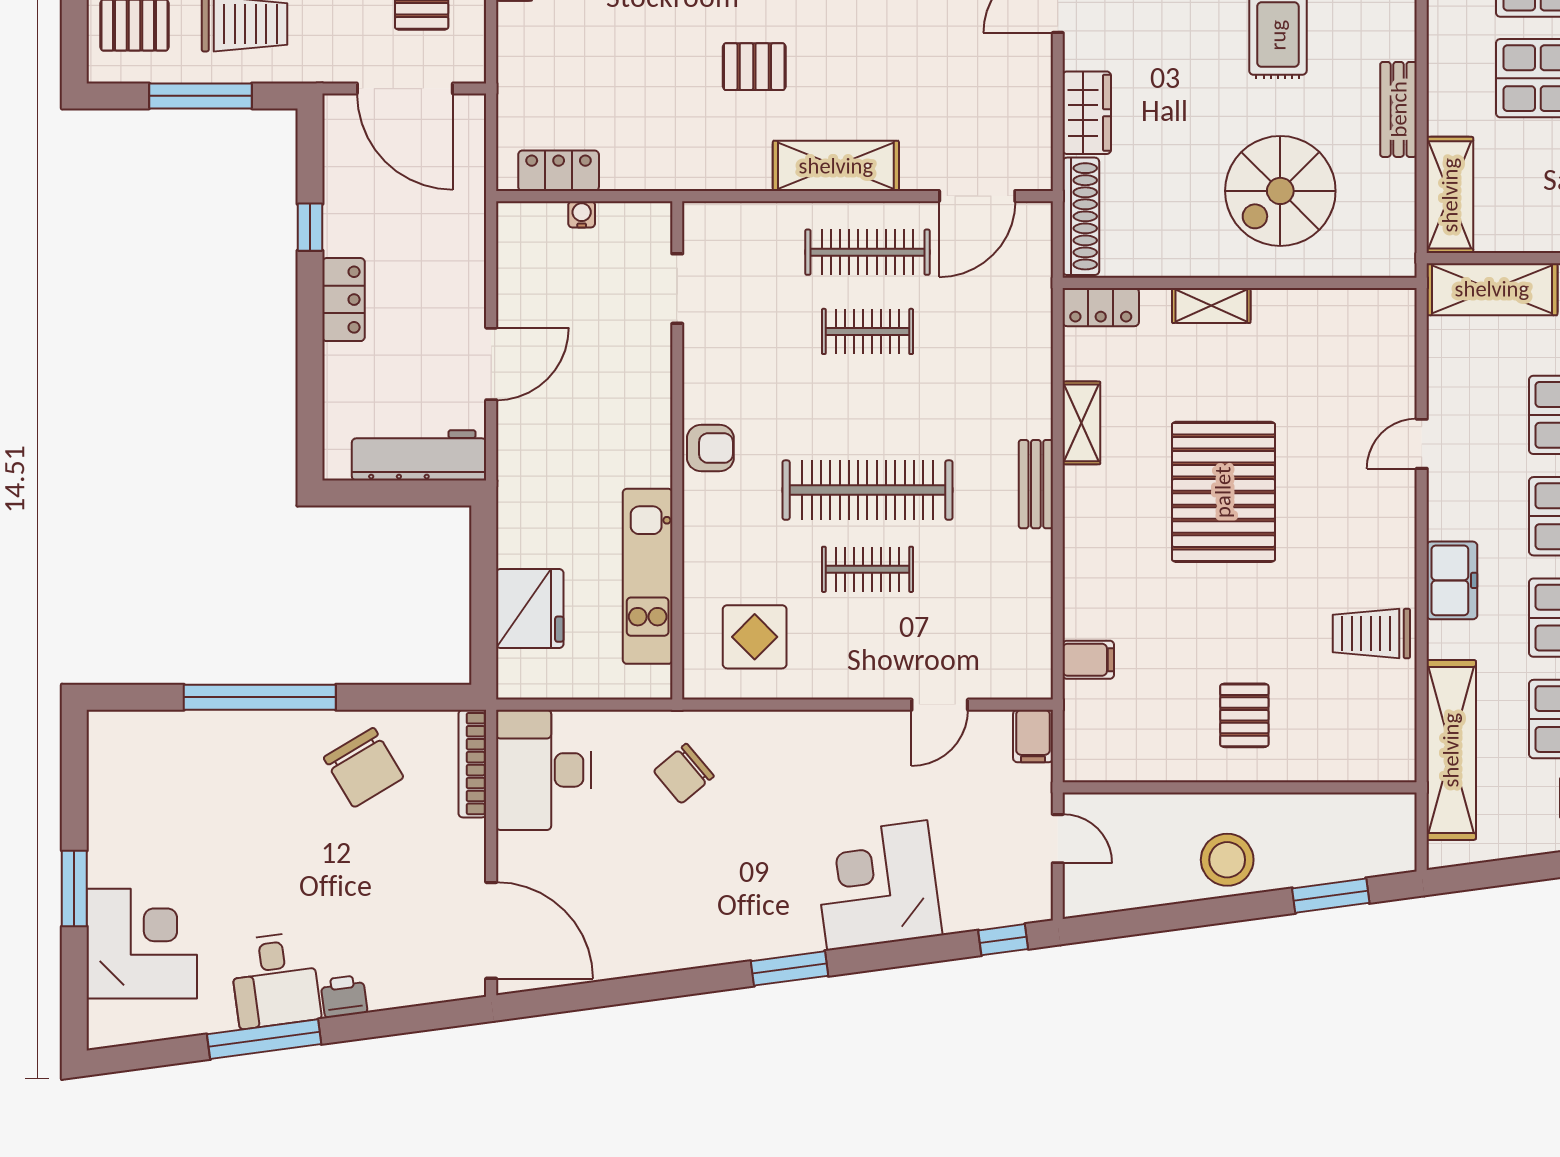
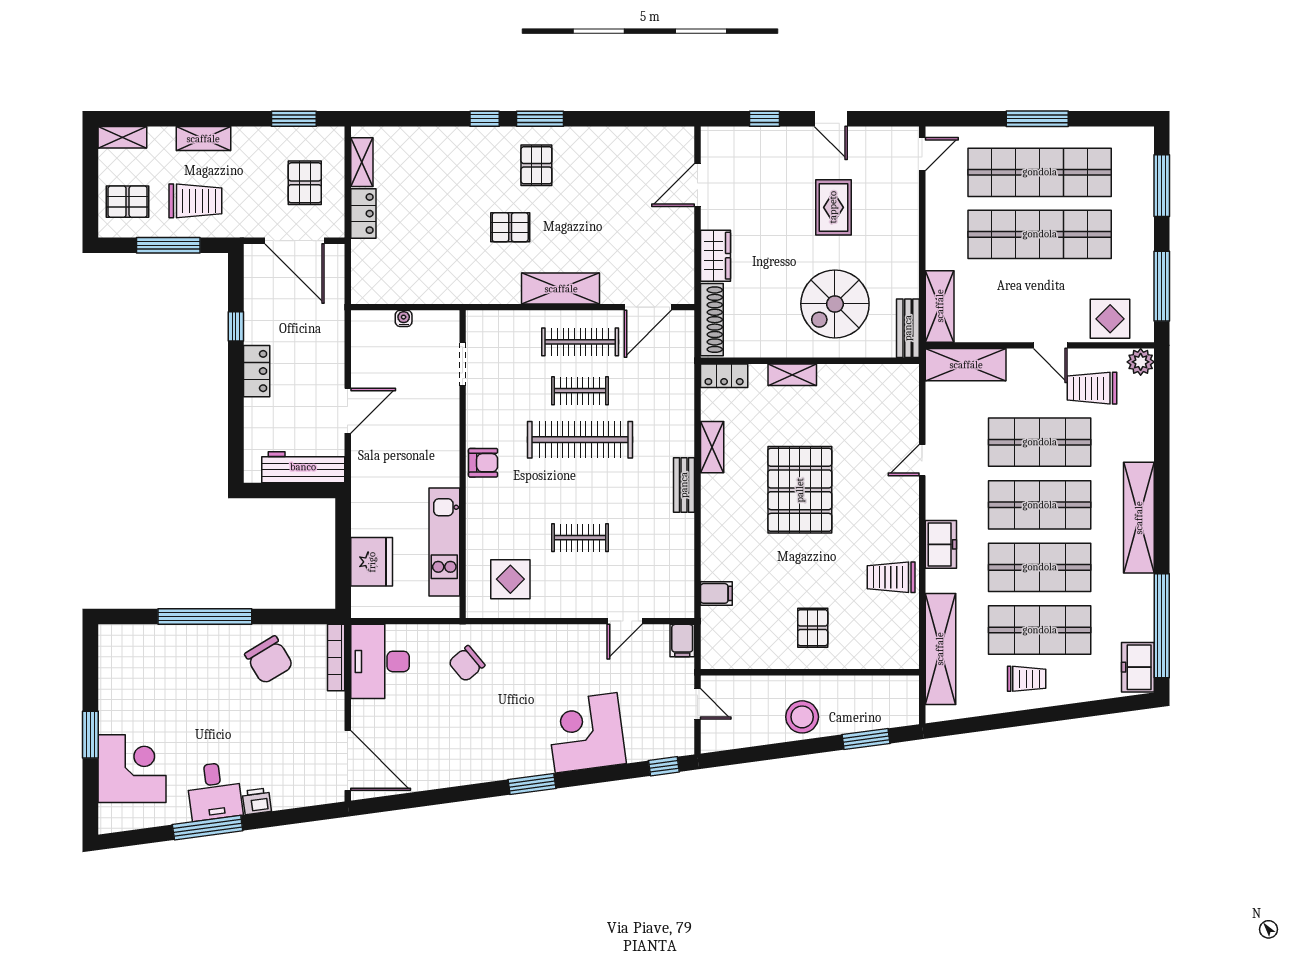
bench: (1399, 109) -> (908, 328), moved
locker: (559, 171) -> (363, 214), moved, turned 90
clothes rail: (867, 490) -> (580, 440), moved

